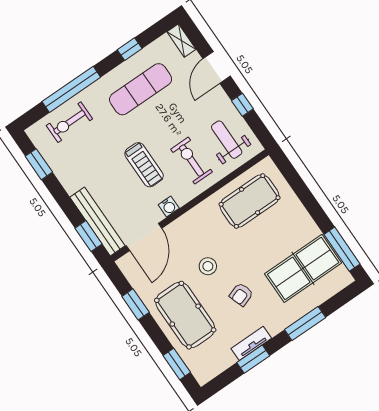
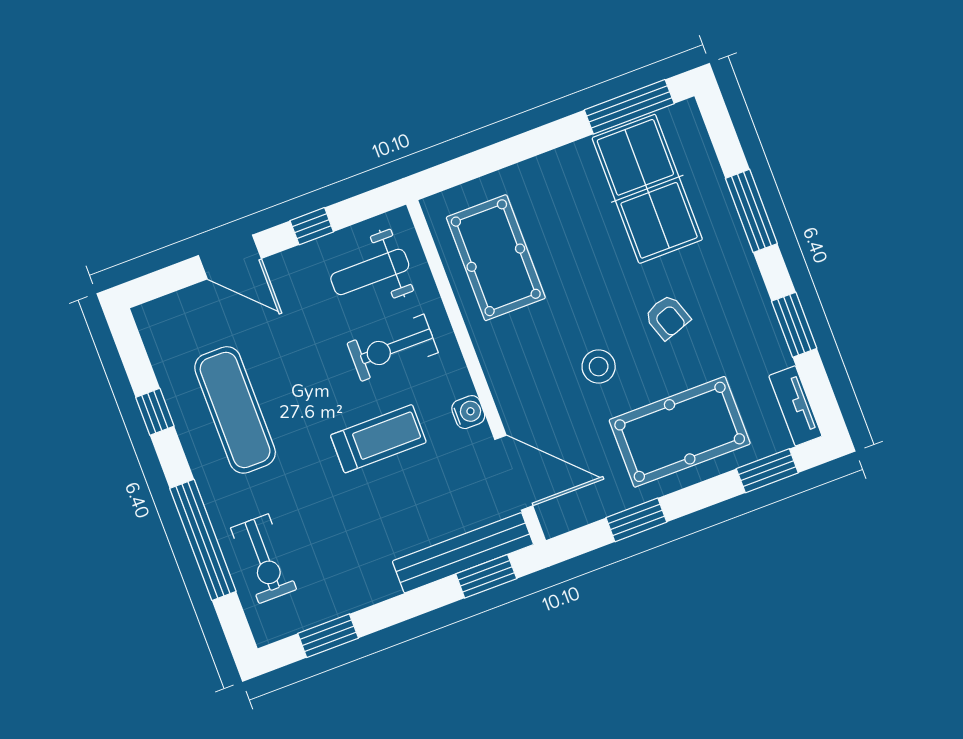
shelving: (181, 41) -> (163, 311), removed
tv unit: (251, 343) -> (795, 406), moved

